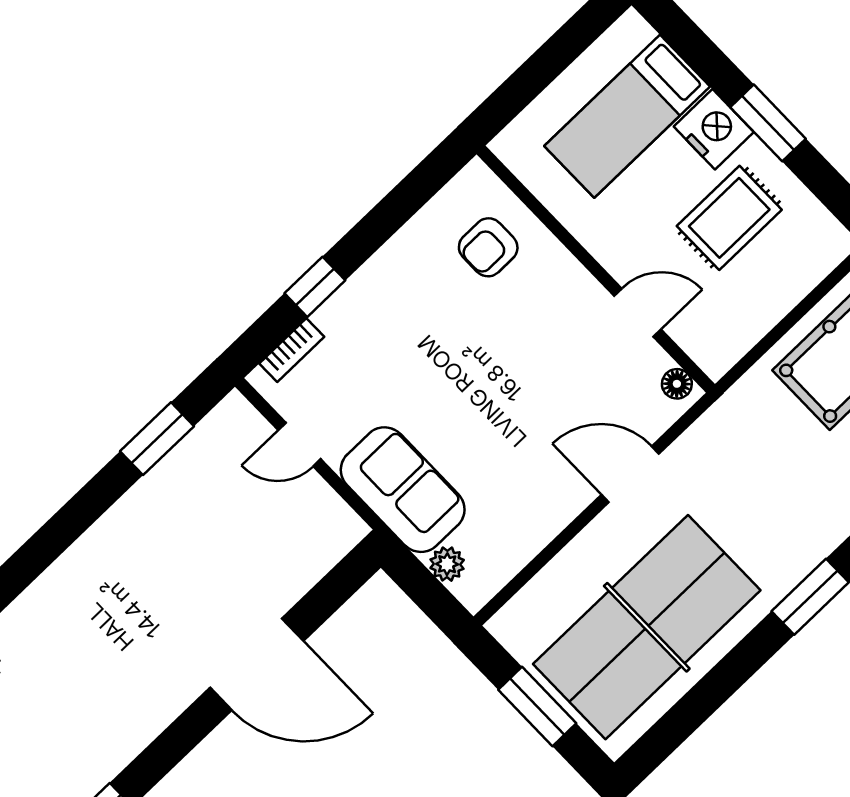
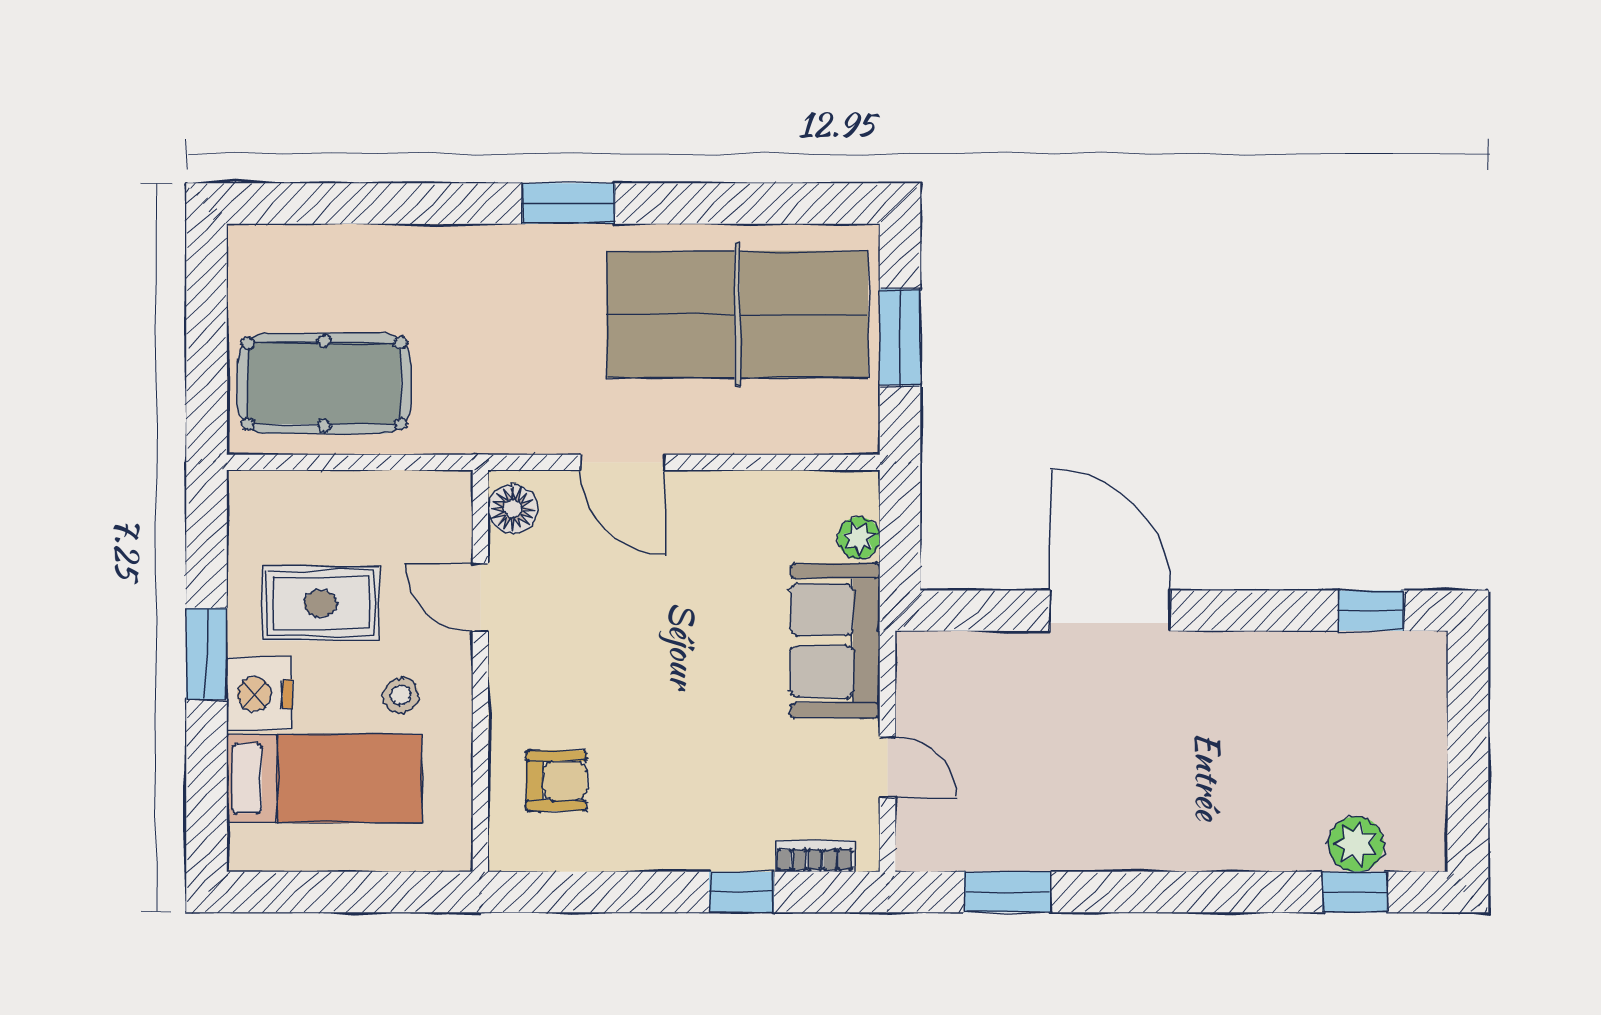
stool: (629, 209) -> (401, 695), added
floor lamp: (677, 384) -> (513, 509), width x1.37, depth x1.37

